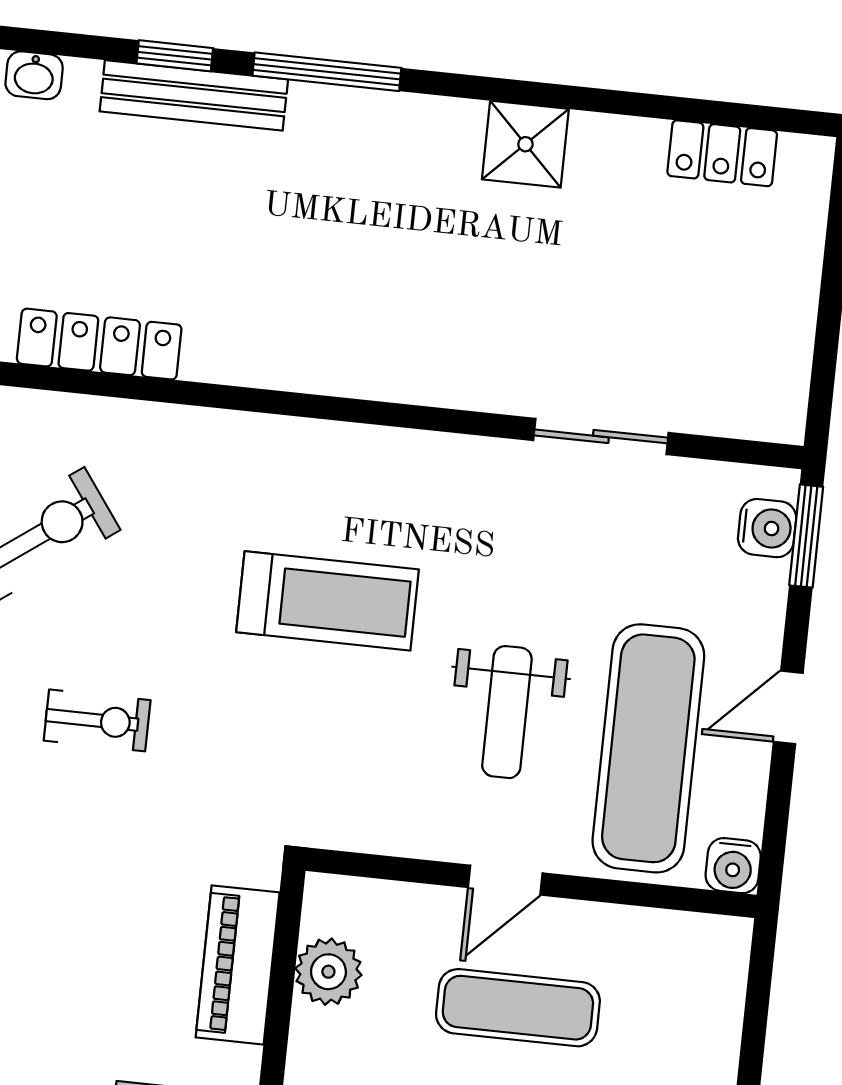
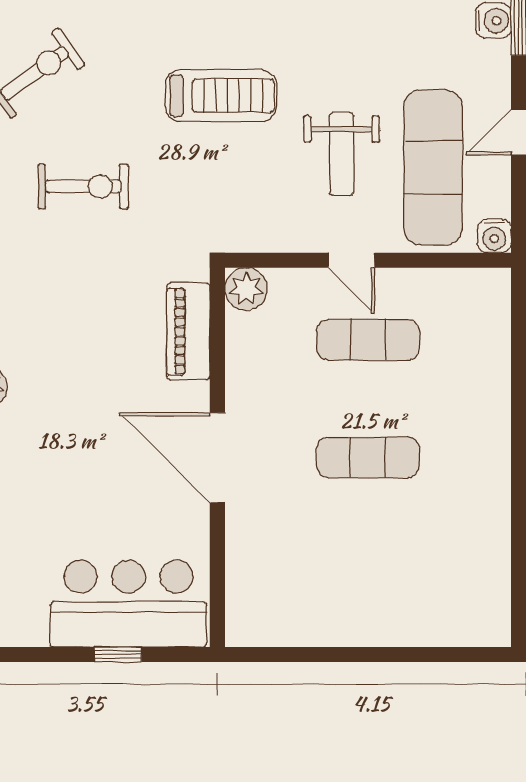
exercise bike: (97, 720) -> (83, 186), width x1.38, depth x1.39
door: (505, 880) -> (352, 260), hinge flipped
plant: (328, 972) -> (246, 289), moved

